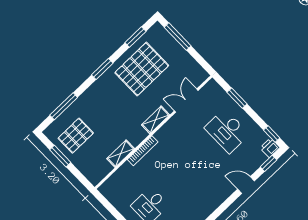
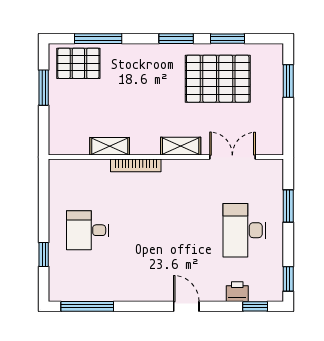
window: (135, 37) -> (228, 39), moved
window: (178, 37) -> (288, 81), width x0.69
pallet: (76, 136) -> (78, 63), moved
printer: (270, 148) -> (237, 292), moved
door: (246, 185) -> (186, 306), moved

